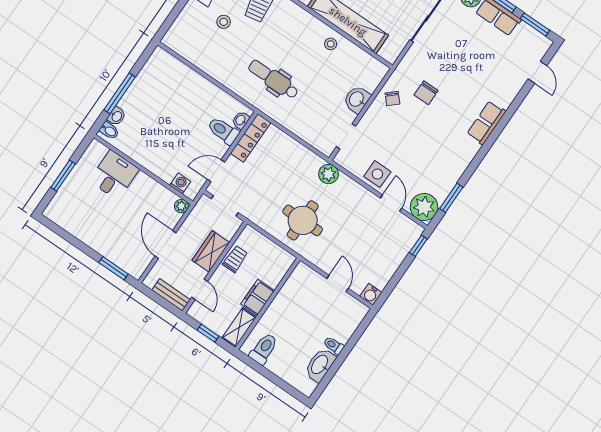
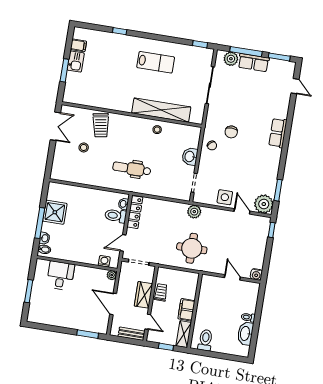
shower: (146, 89) -> (55, 212), added

